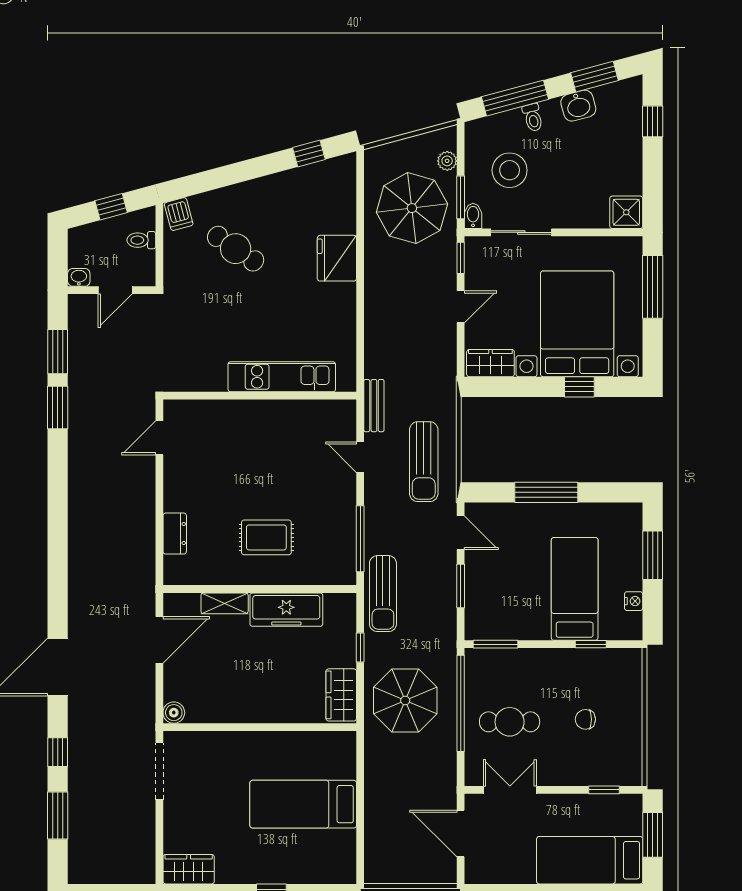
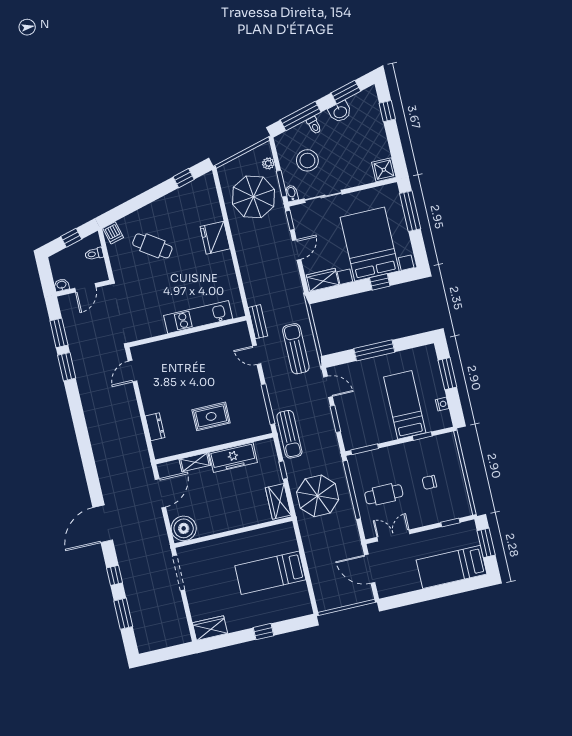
sun lounger: (424, 462) -> (296, 349), turned 180
boiler: (174, 713) -> (184, 528), width x1.86, depth x1.86

